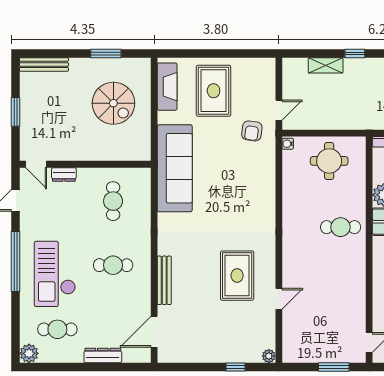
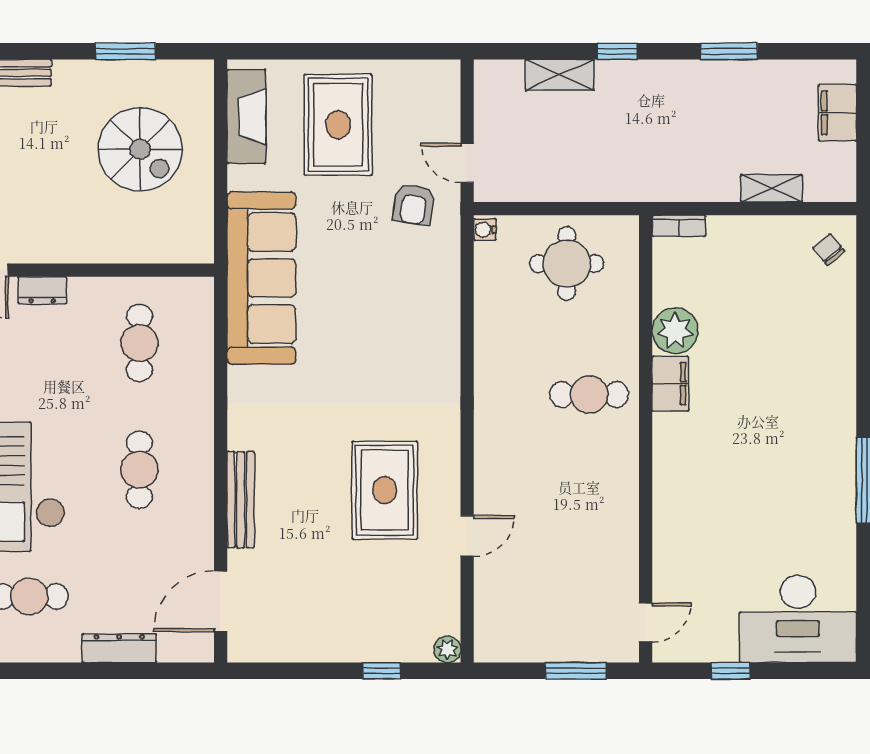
door: (279, 110) -> (467, 163), swing flipped
cafe table: (113, 265) -> (139, 470), turned 90

